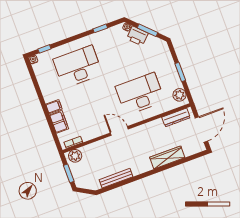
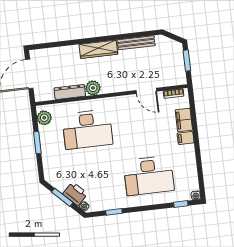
dresser: (176, 117) -> (70, 92), moved
door: (119, 131) -> (146, 91), moved
plant: (75, 156) -> (93, 88), moved
wardrobe: (167, 157) -> (98, 49), moved

